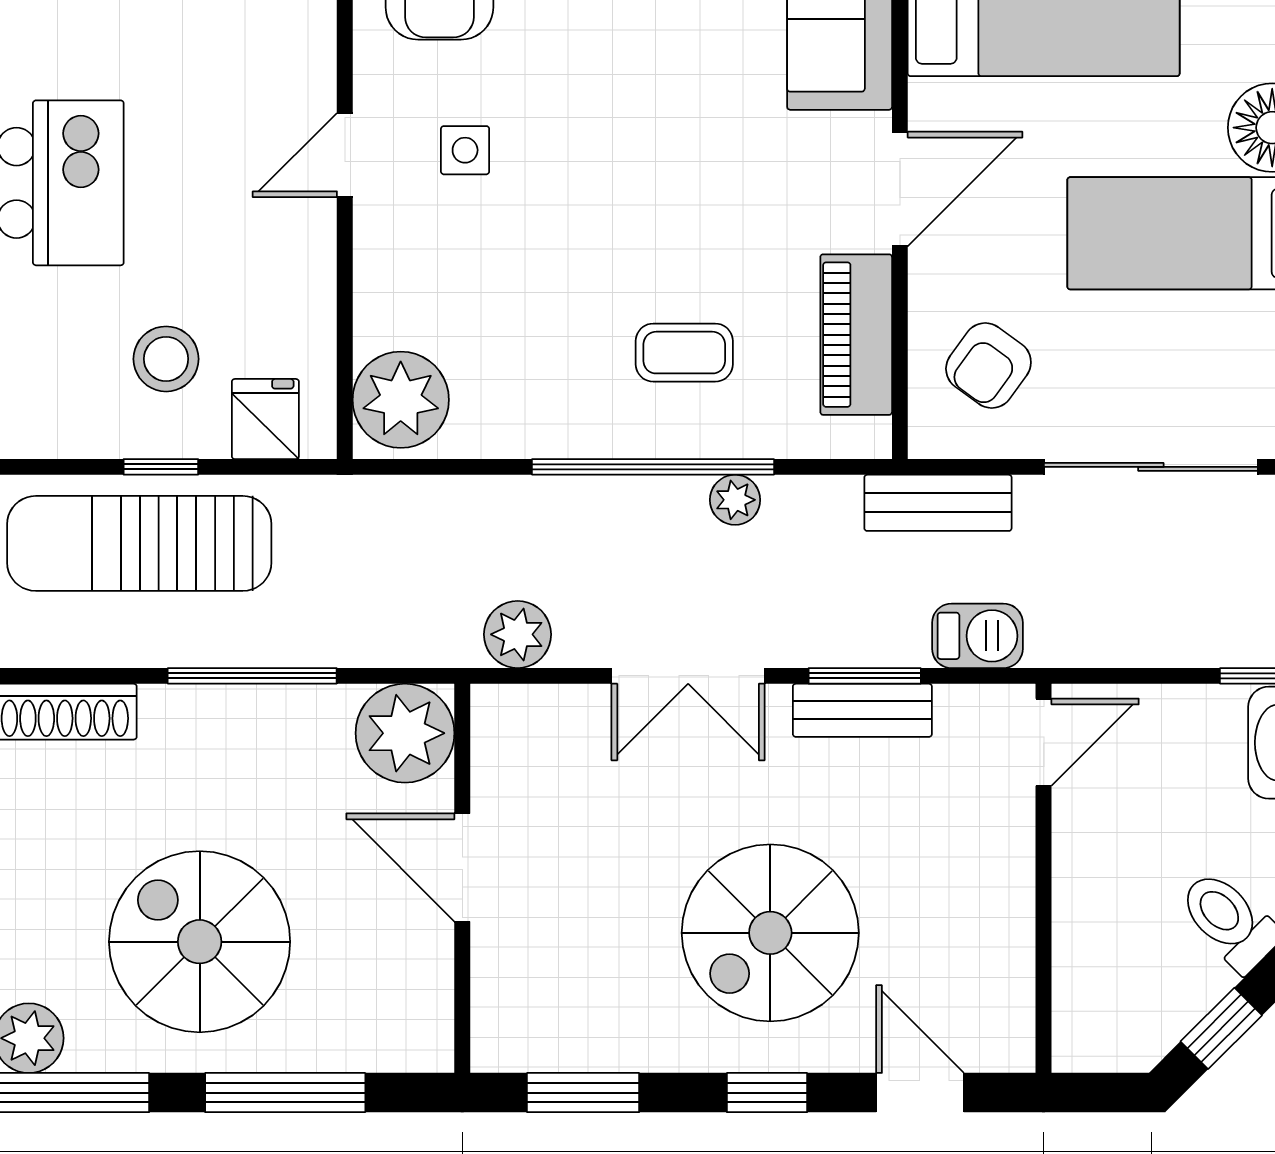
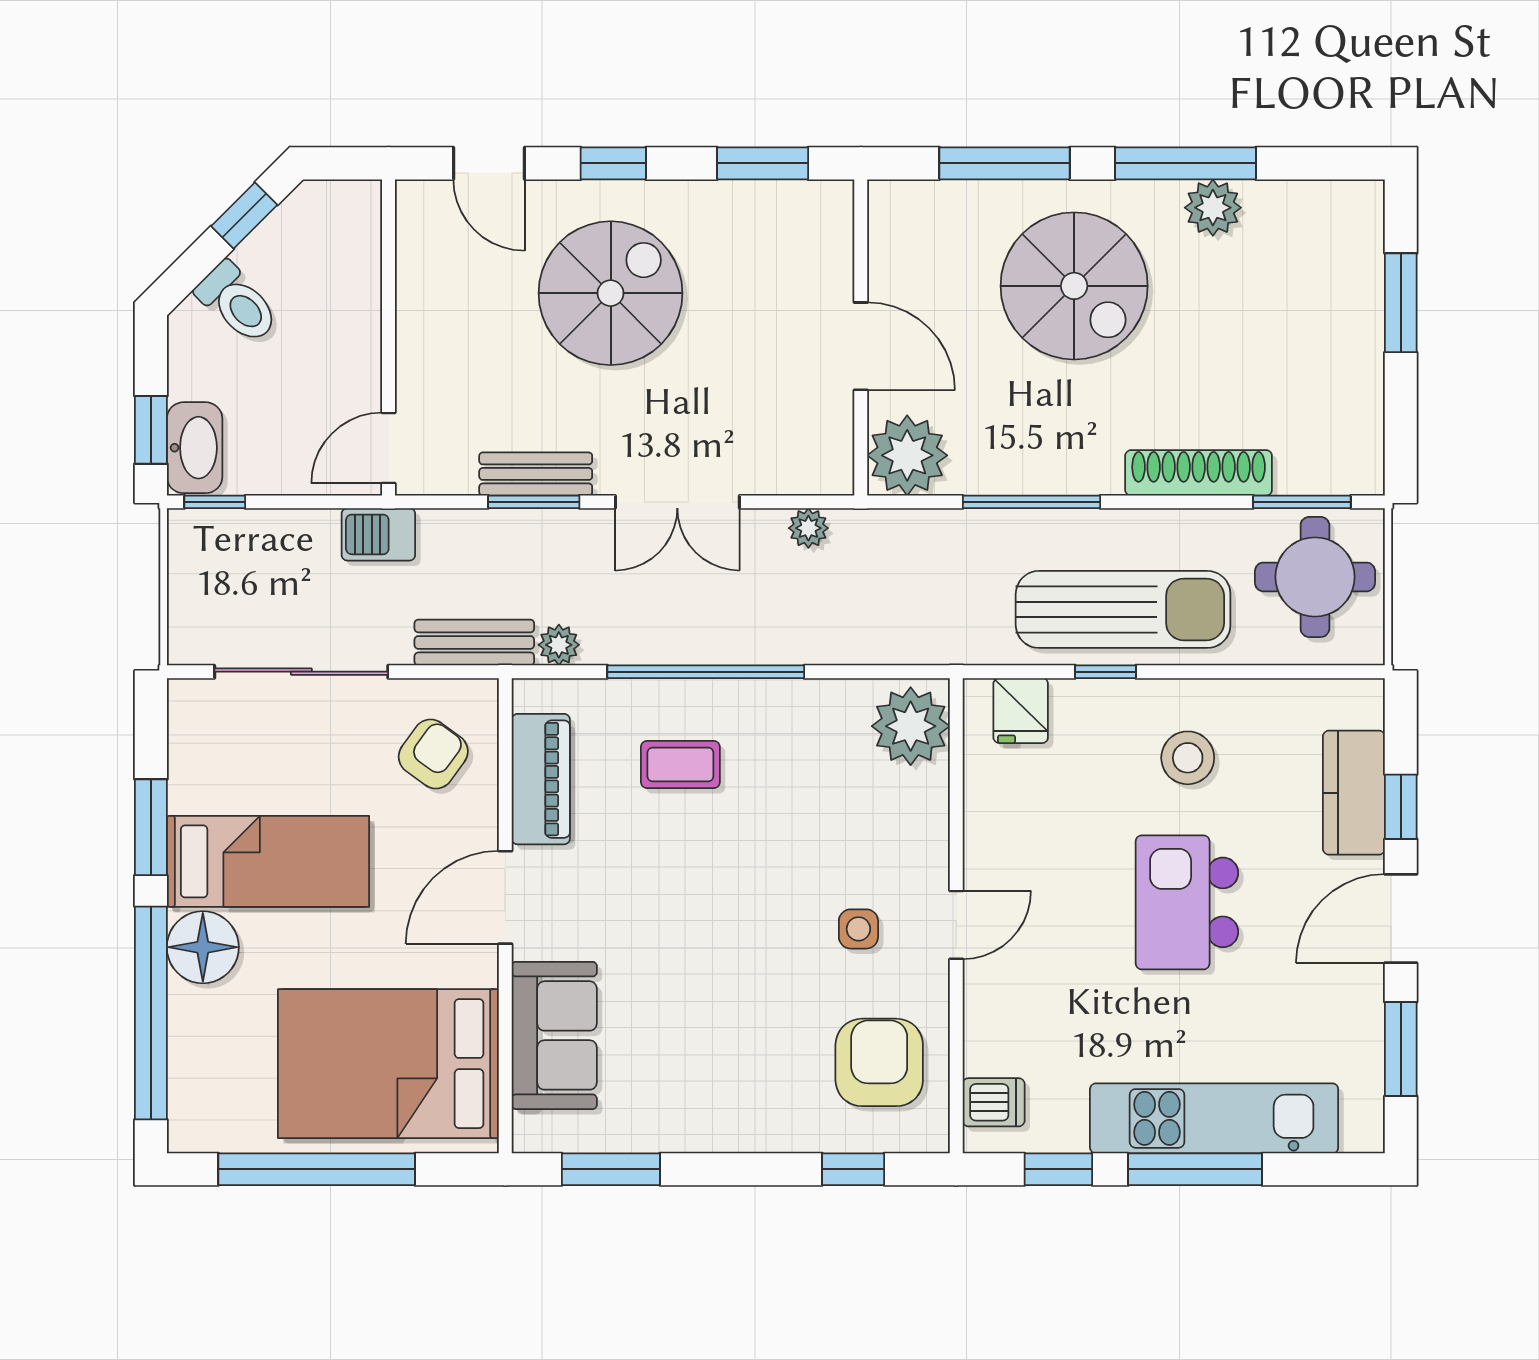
stool: (166, 359) -> (1188, 758), moved
plant: (735, 500) -> (559, 645), moved
plant: (518, 634) -> (808, 528), width x0.73, depth x0.73
barbecue: (977, 636) -> (378, 534), moved
double door: (688, 676) -> (677, 502), swing flipped

